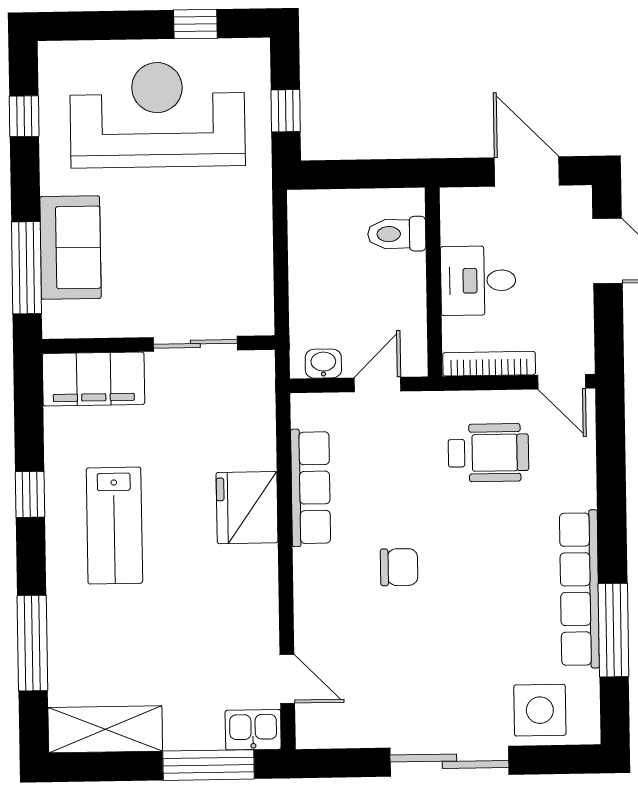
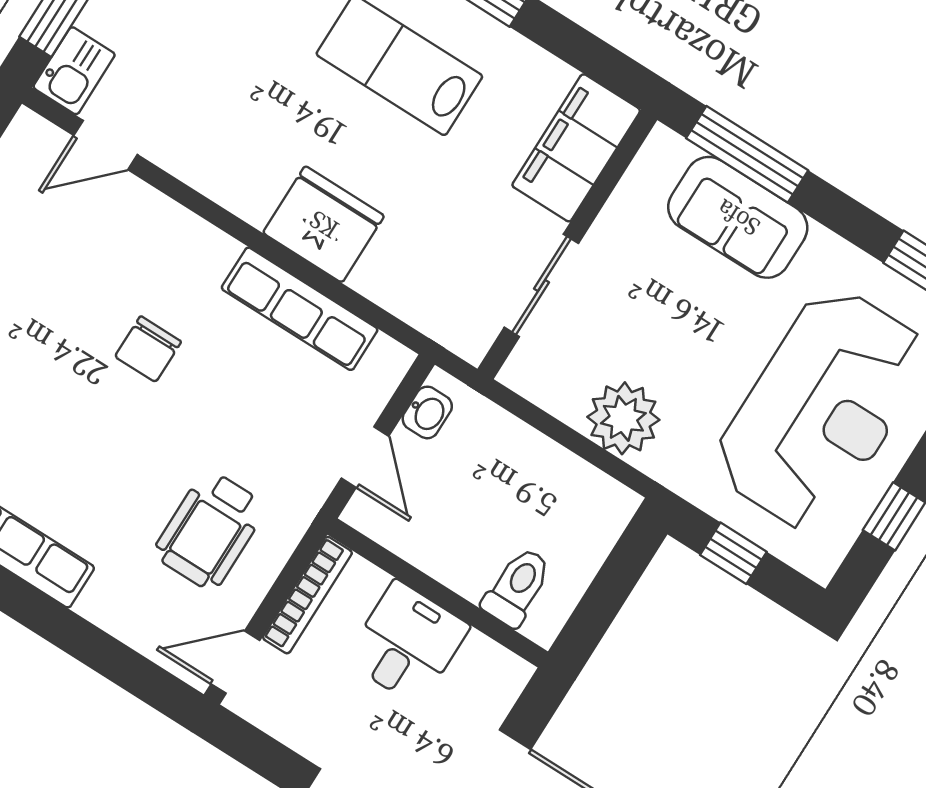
plant: (246, 237) -> (623, 418), added

